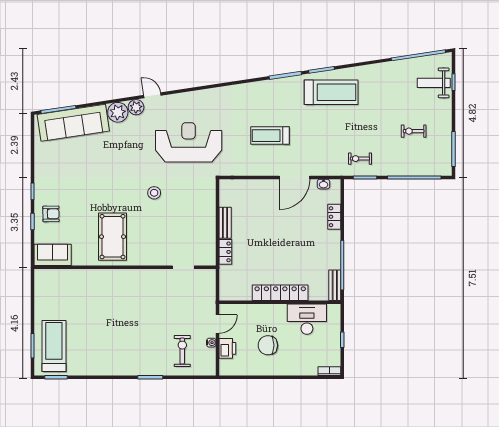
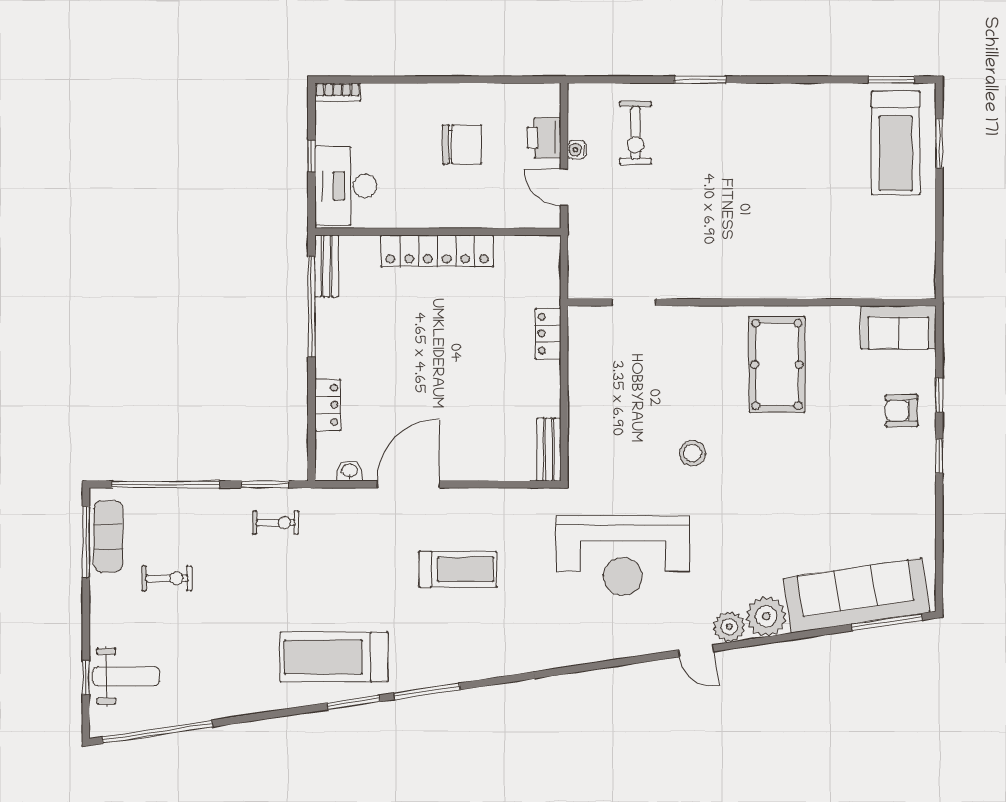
exercise mat: (443, 152) -> (108, 536), added
bench: (225, 223) -> (549, 450), moved
desk: (307, 319) -> (346, 186), moved, turned 90
door: (217, 324) -> (564, 187), hinge flipped

